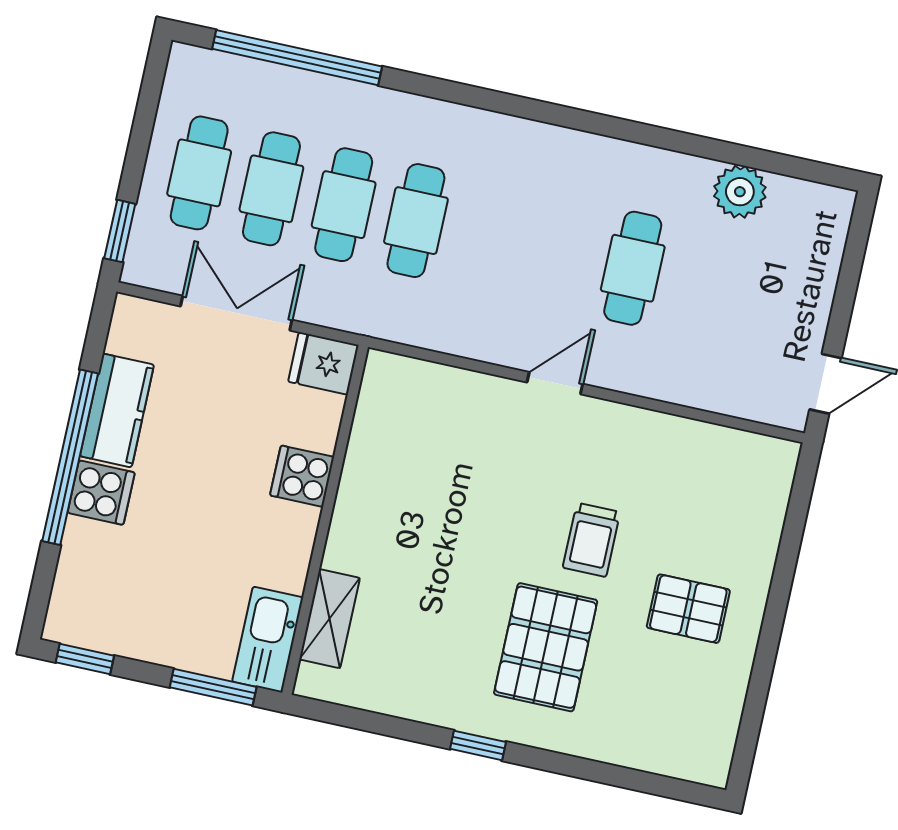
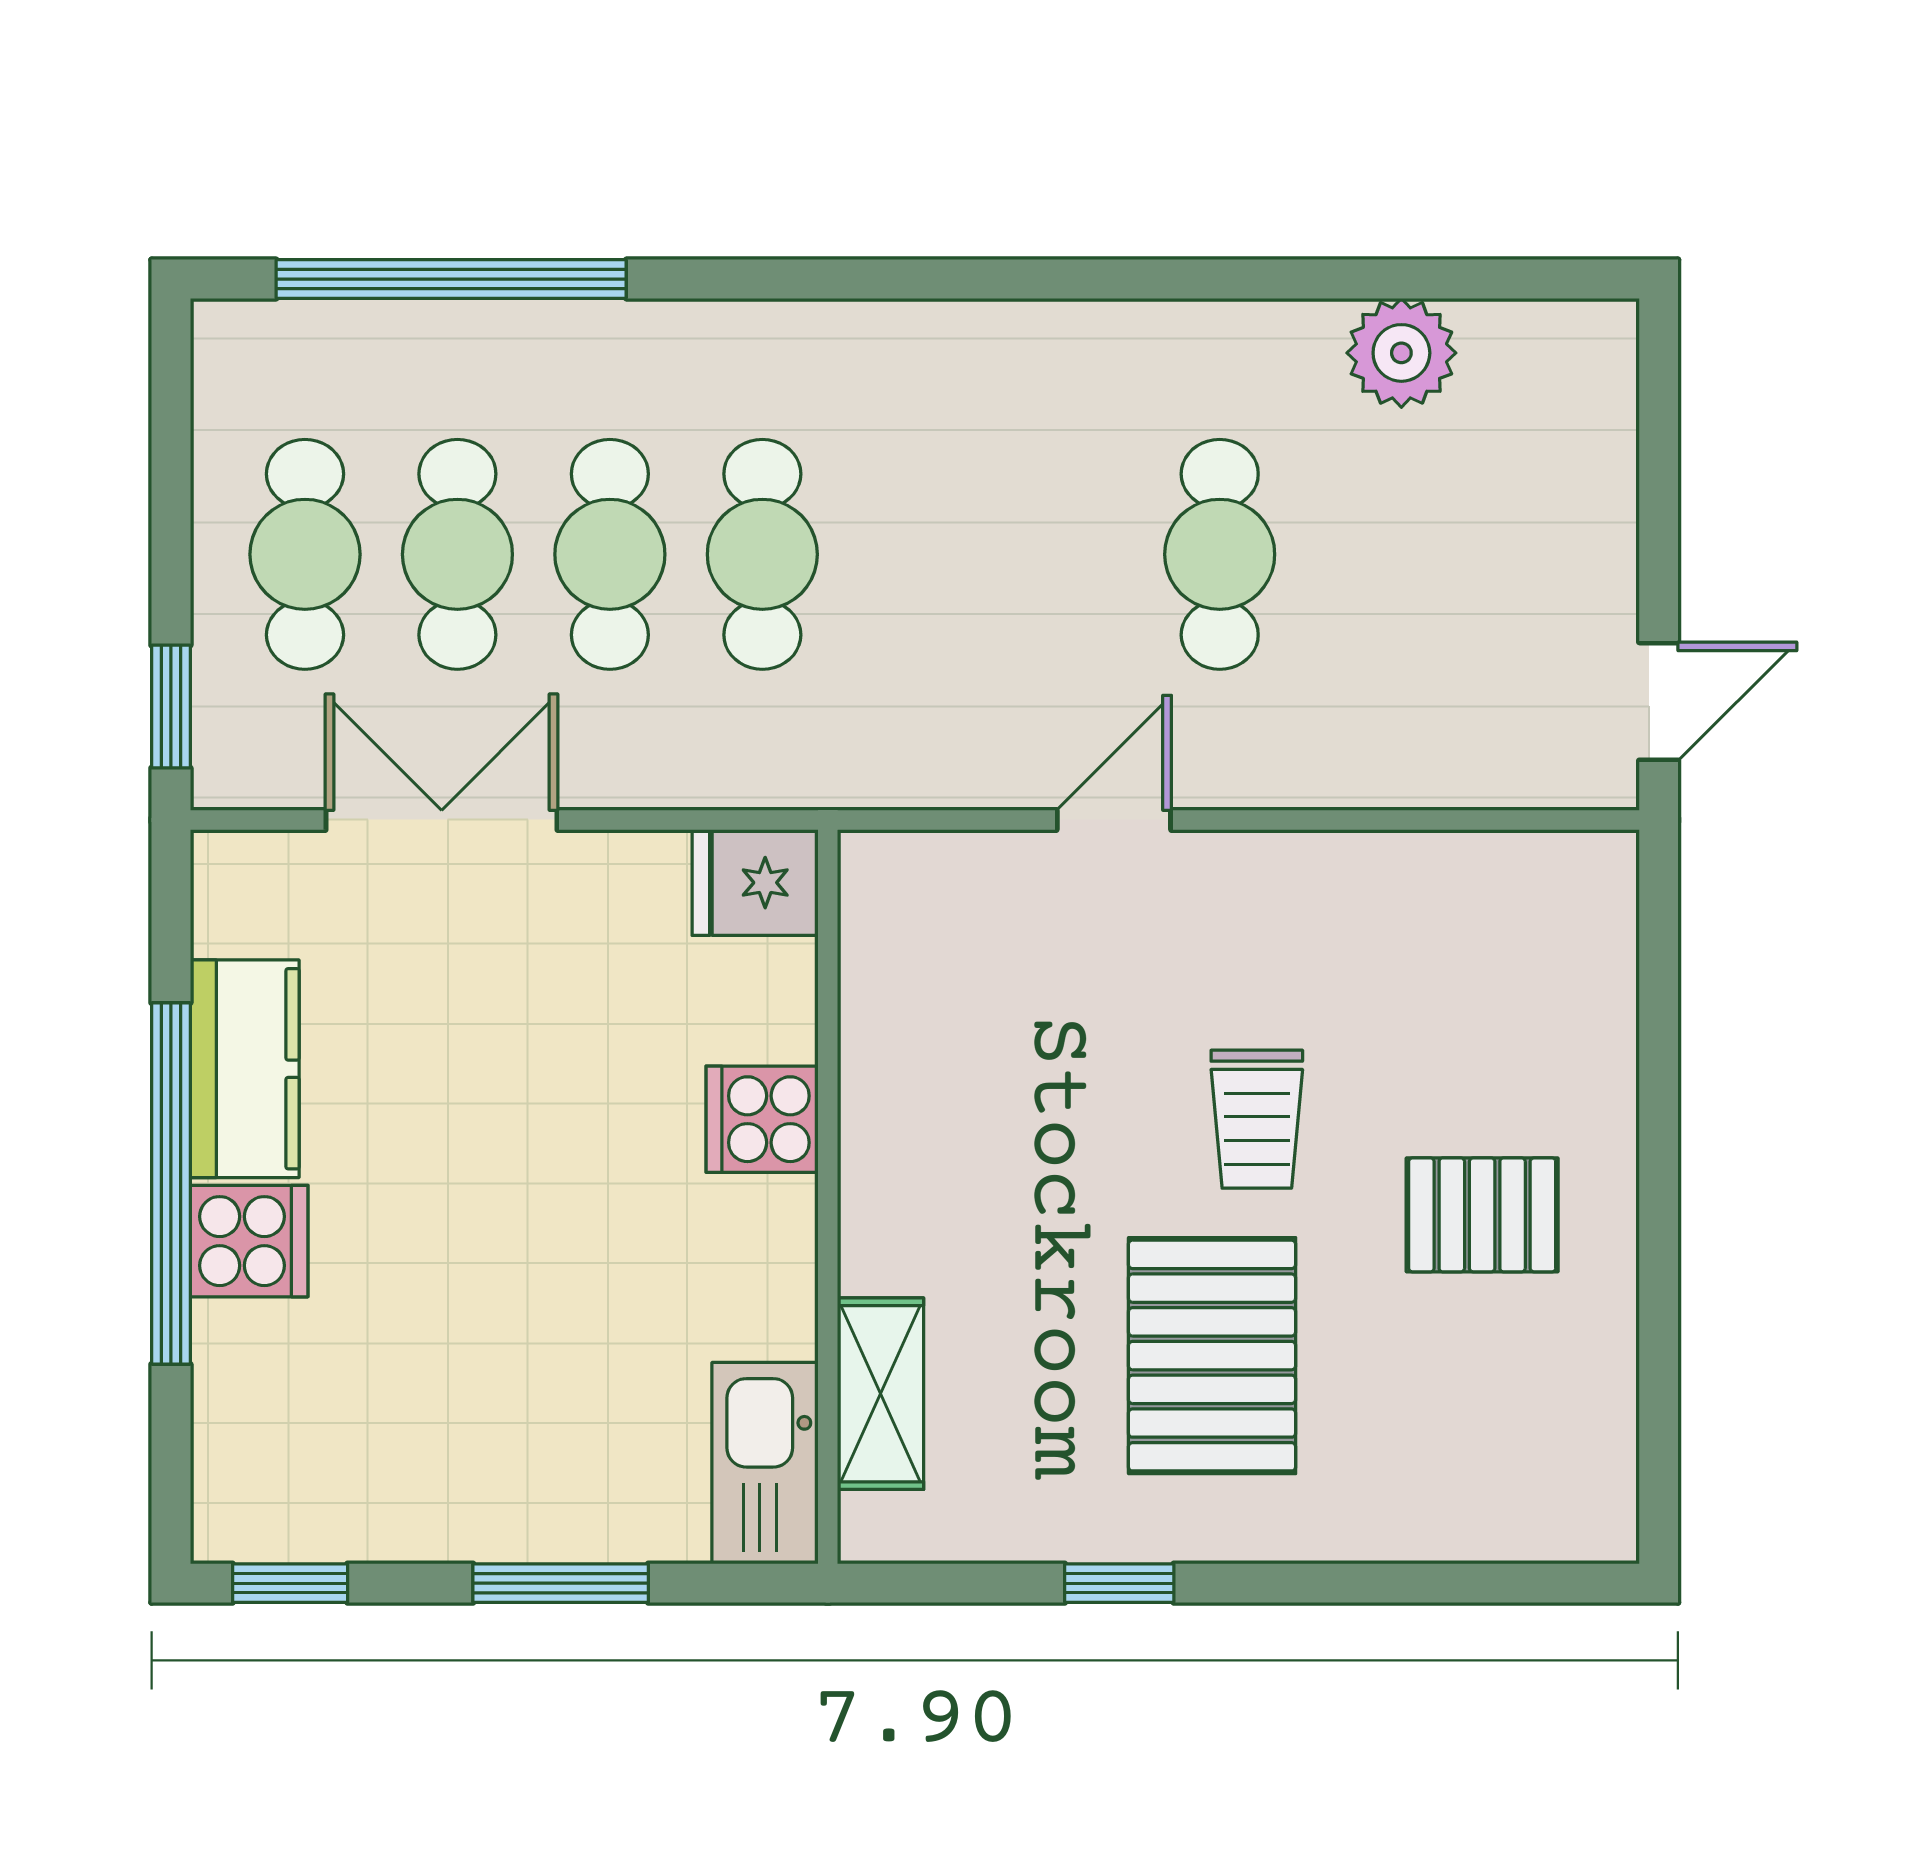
fridge: (323, 363) -> (755, 883), moved
cooker: (302, 476) -> (762, 1119), moved
wall: (325, 520) -> (828, 1197), moved
shelving: (330, 619) -> (881, 1394), moved
kitchen sink: (268, 640) -> (765, 1463), moved

